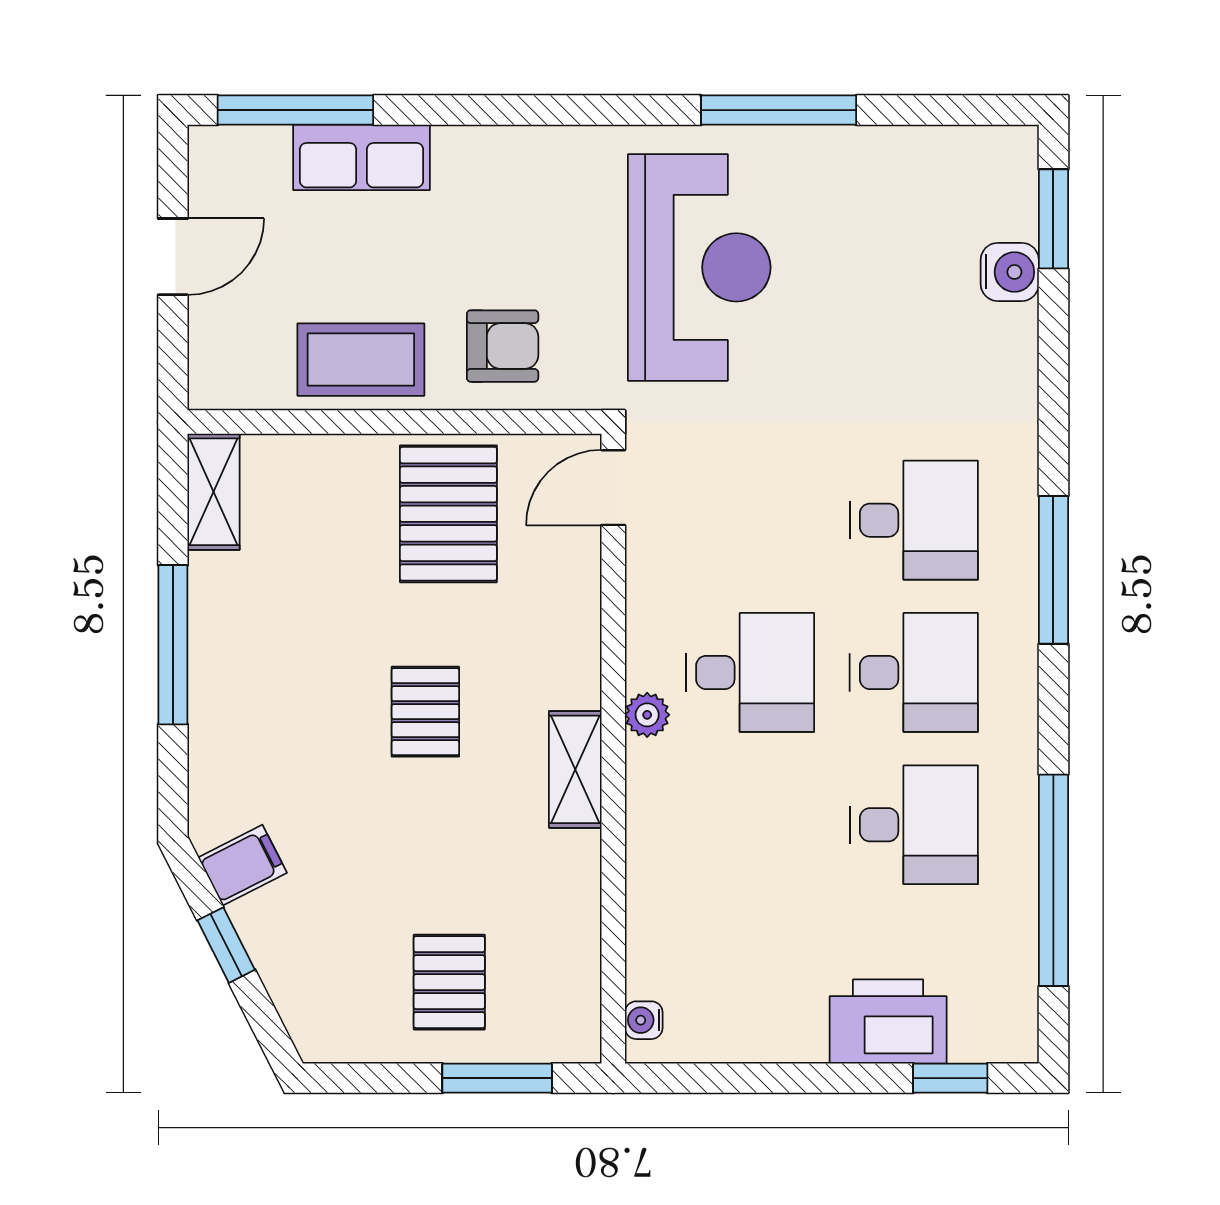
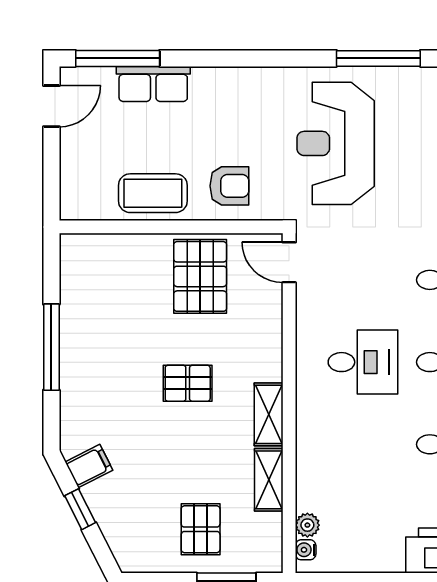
door: (173, 257) -> (51, 106), moved
reception desk: (699, 267) -> (336, 143), turned 180
door: (613, 488) -> (289, 262), hinge flipped
shelving: (214, 492) -> (269, 480), moved
pallet: (425, 712) -> (188, 383), turned 90
plant: (647, 715) -> (307, 525), moved

